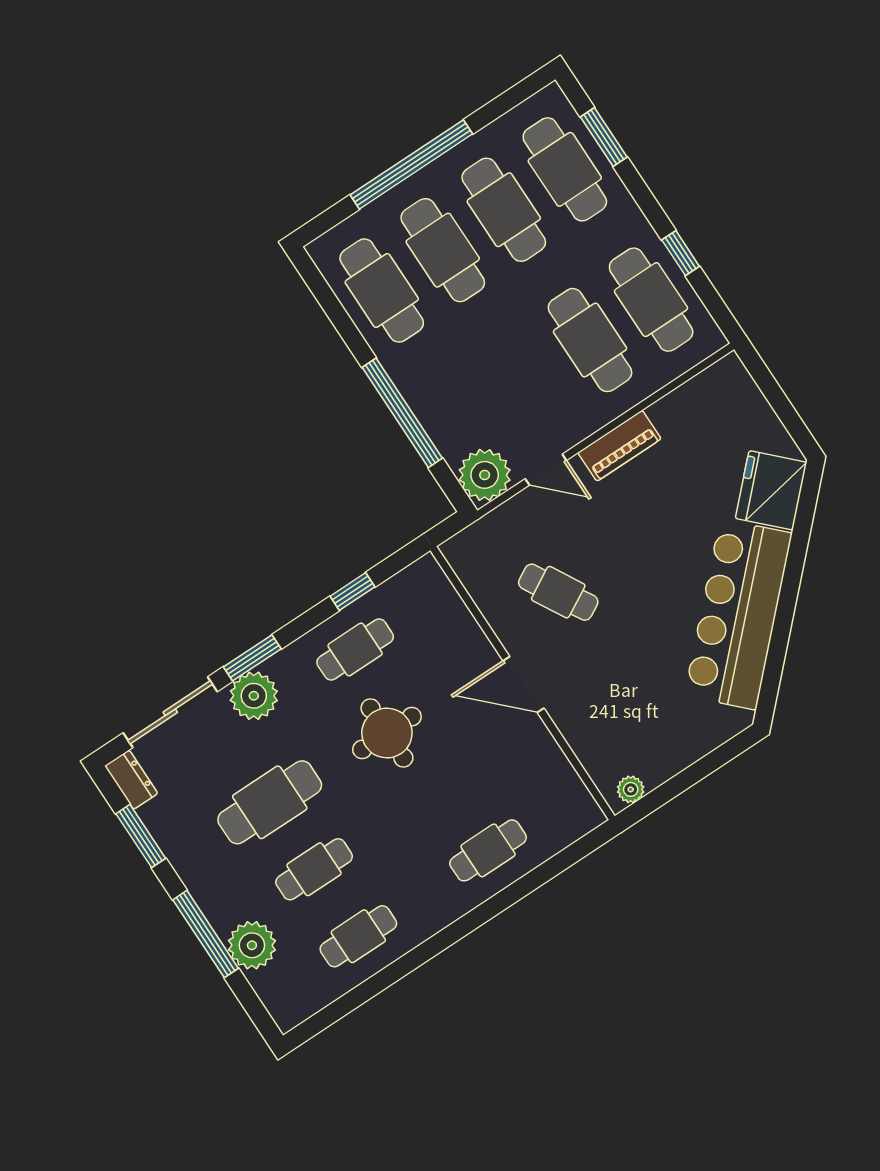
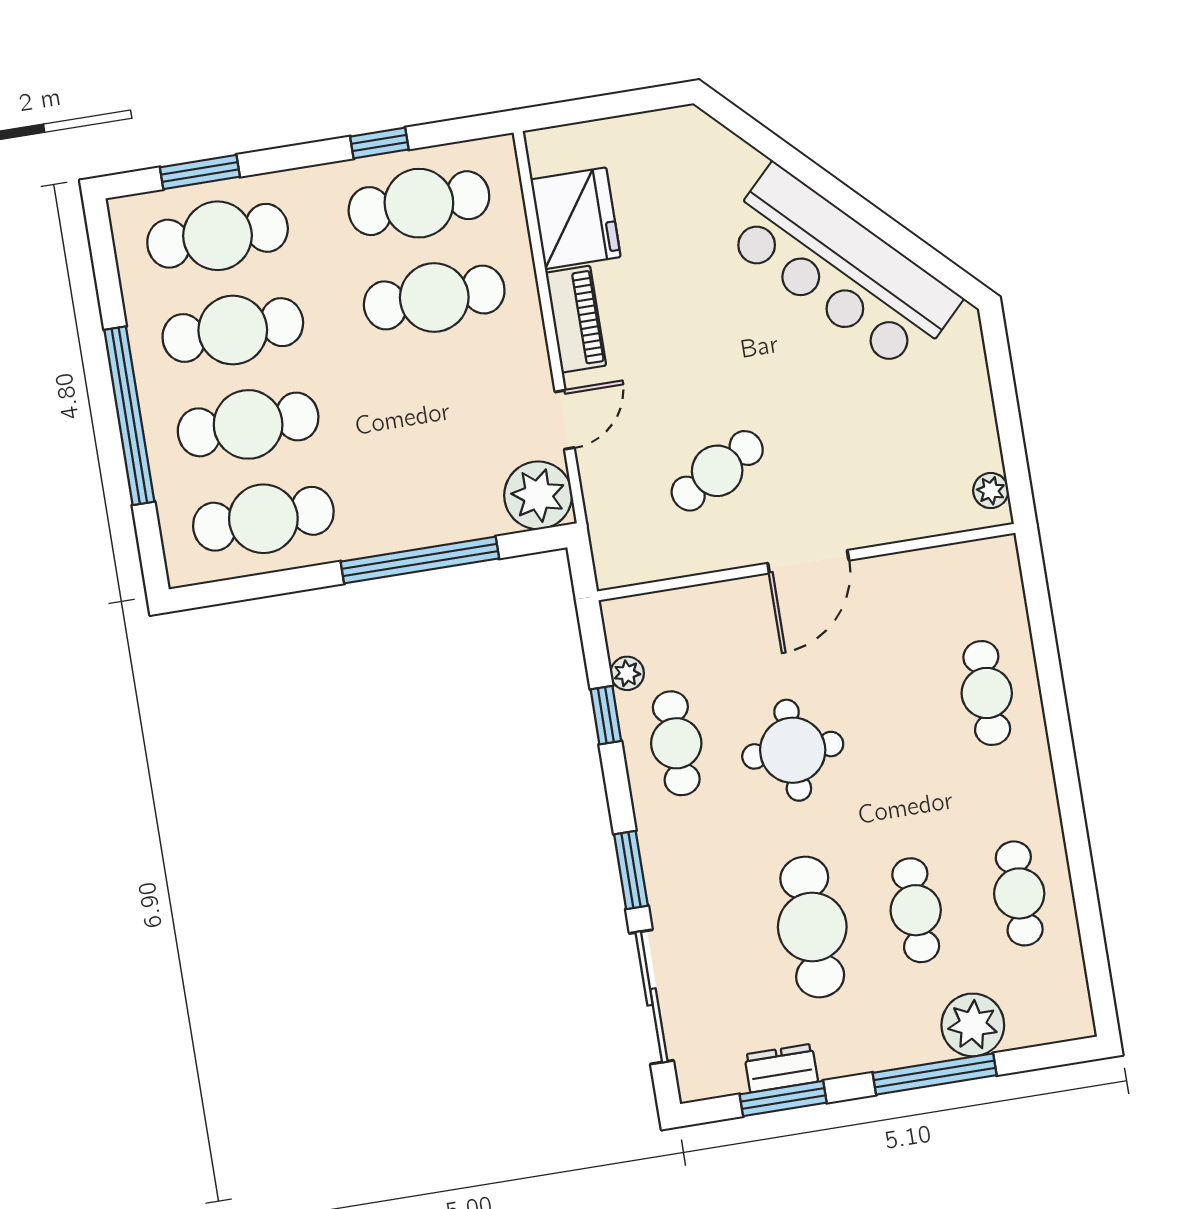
fridge: (771, 490) -> (576, 218), moved, turned -135
plant: (254, 696) -> (627, 673), moved, width x0.53, depth x0.53
dresser: (131, 780) -> (781, 1068), moved

